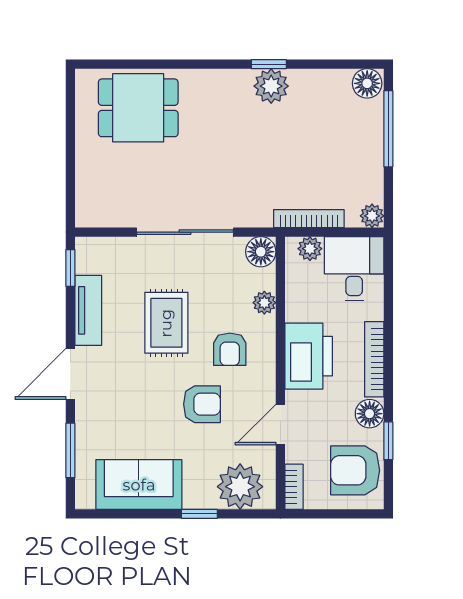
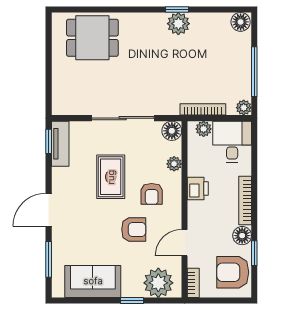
window: (388, 129) -> (254, 72), moved
tv unit: (88, 310) -> (60, 144), moved
printer: (309, 356) -> (198, 188), width x0.53, depth x0.68

